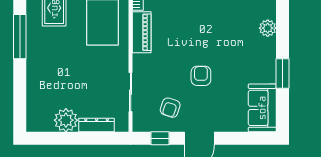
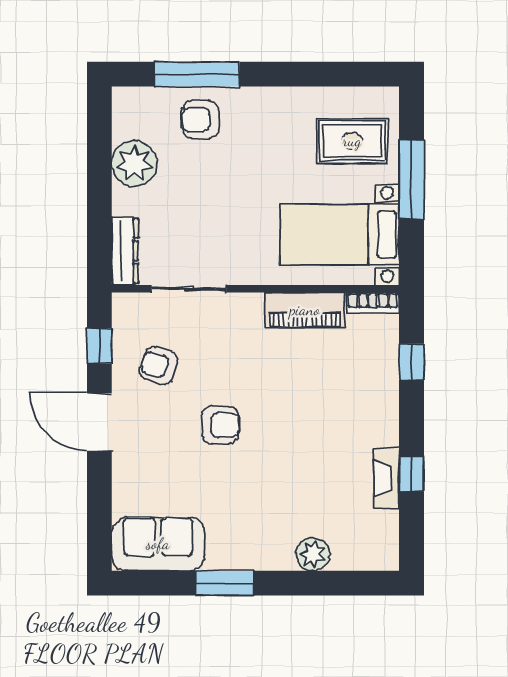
window: (20, 37) -> (197, 74), moved
armchair: (43, 86) -> (200, 120), added
dresser: (97, 125) -> (125, 251), moved

